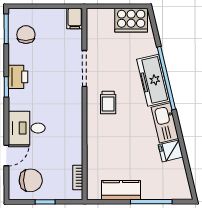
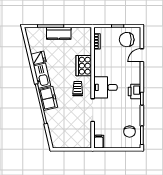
cooker: (131, 20) -> (84, 66), moved, turned -90
printer: (18, 77) -> (135, 92), moved
freezer: (153, 80) -> (48, 98), width x0.71
desk: (27, 128) -> (105, 87), moved, turned 180
kitchen counter: (121, 190) -> (59, 33), moved

